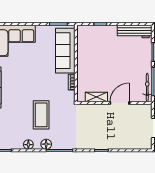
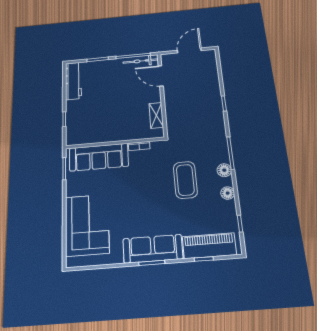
door: (120, 103) -> (161, 76), moved
coffee table: (41, 115) -> (185, 180), turned 90

